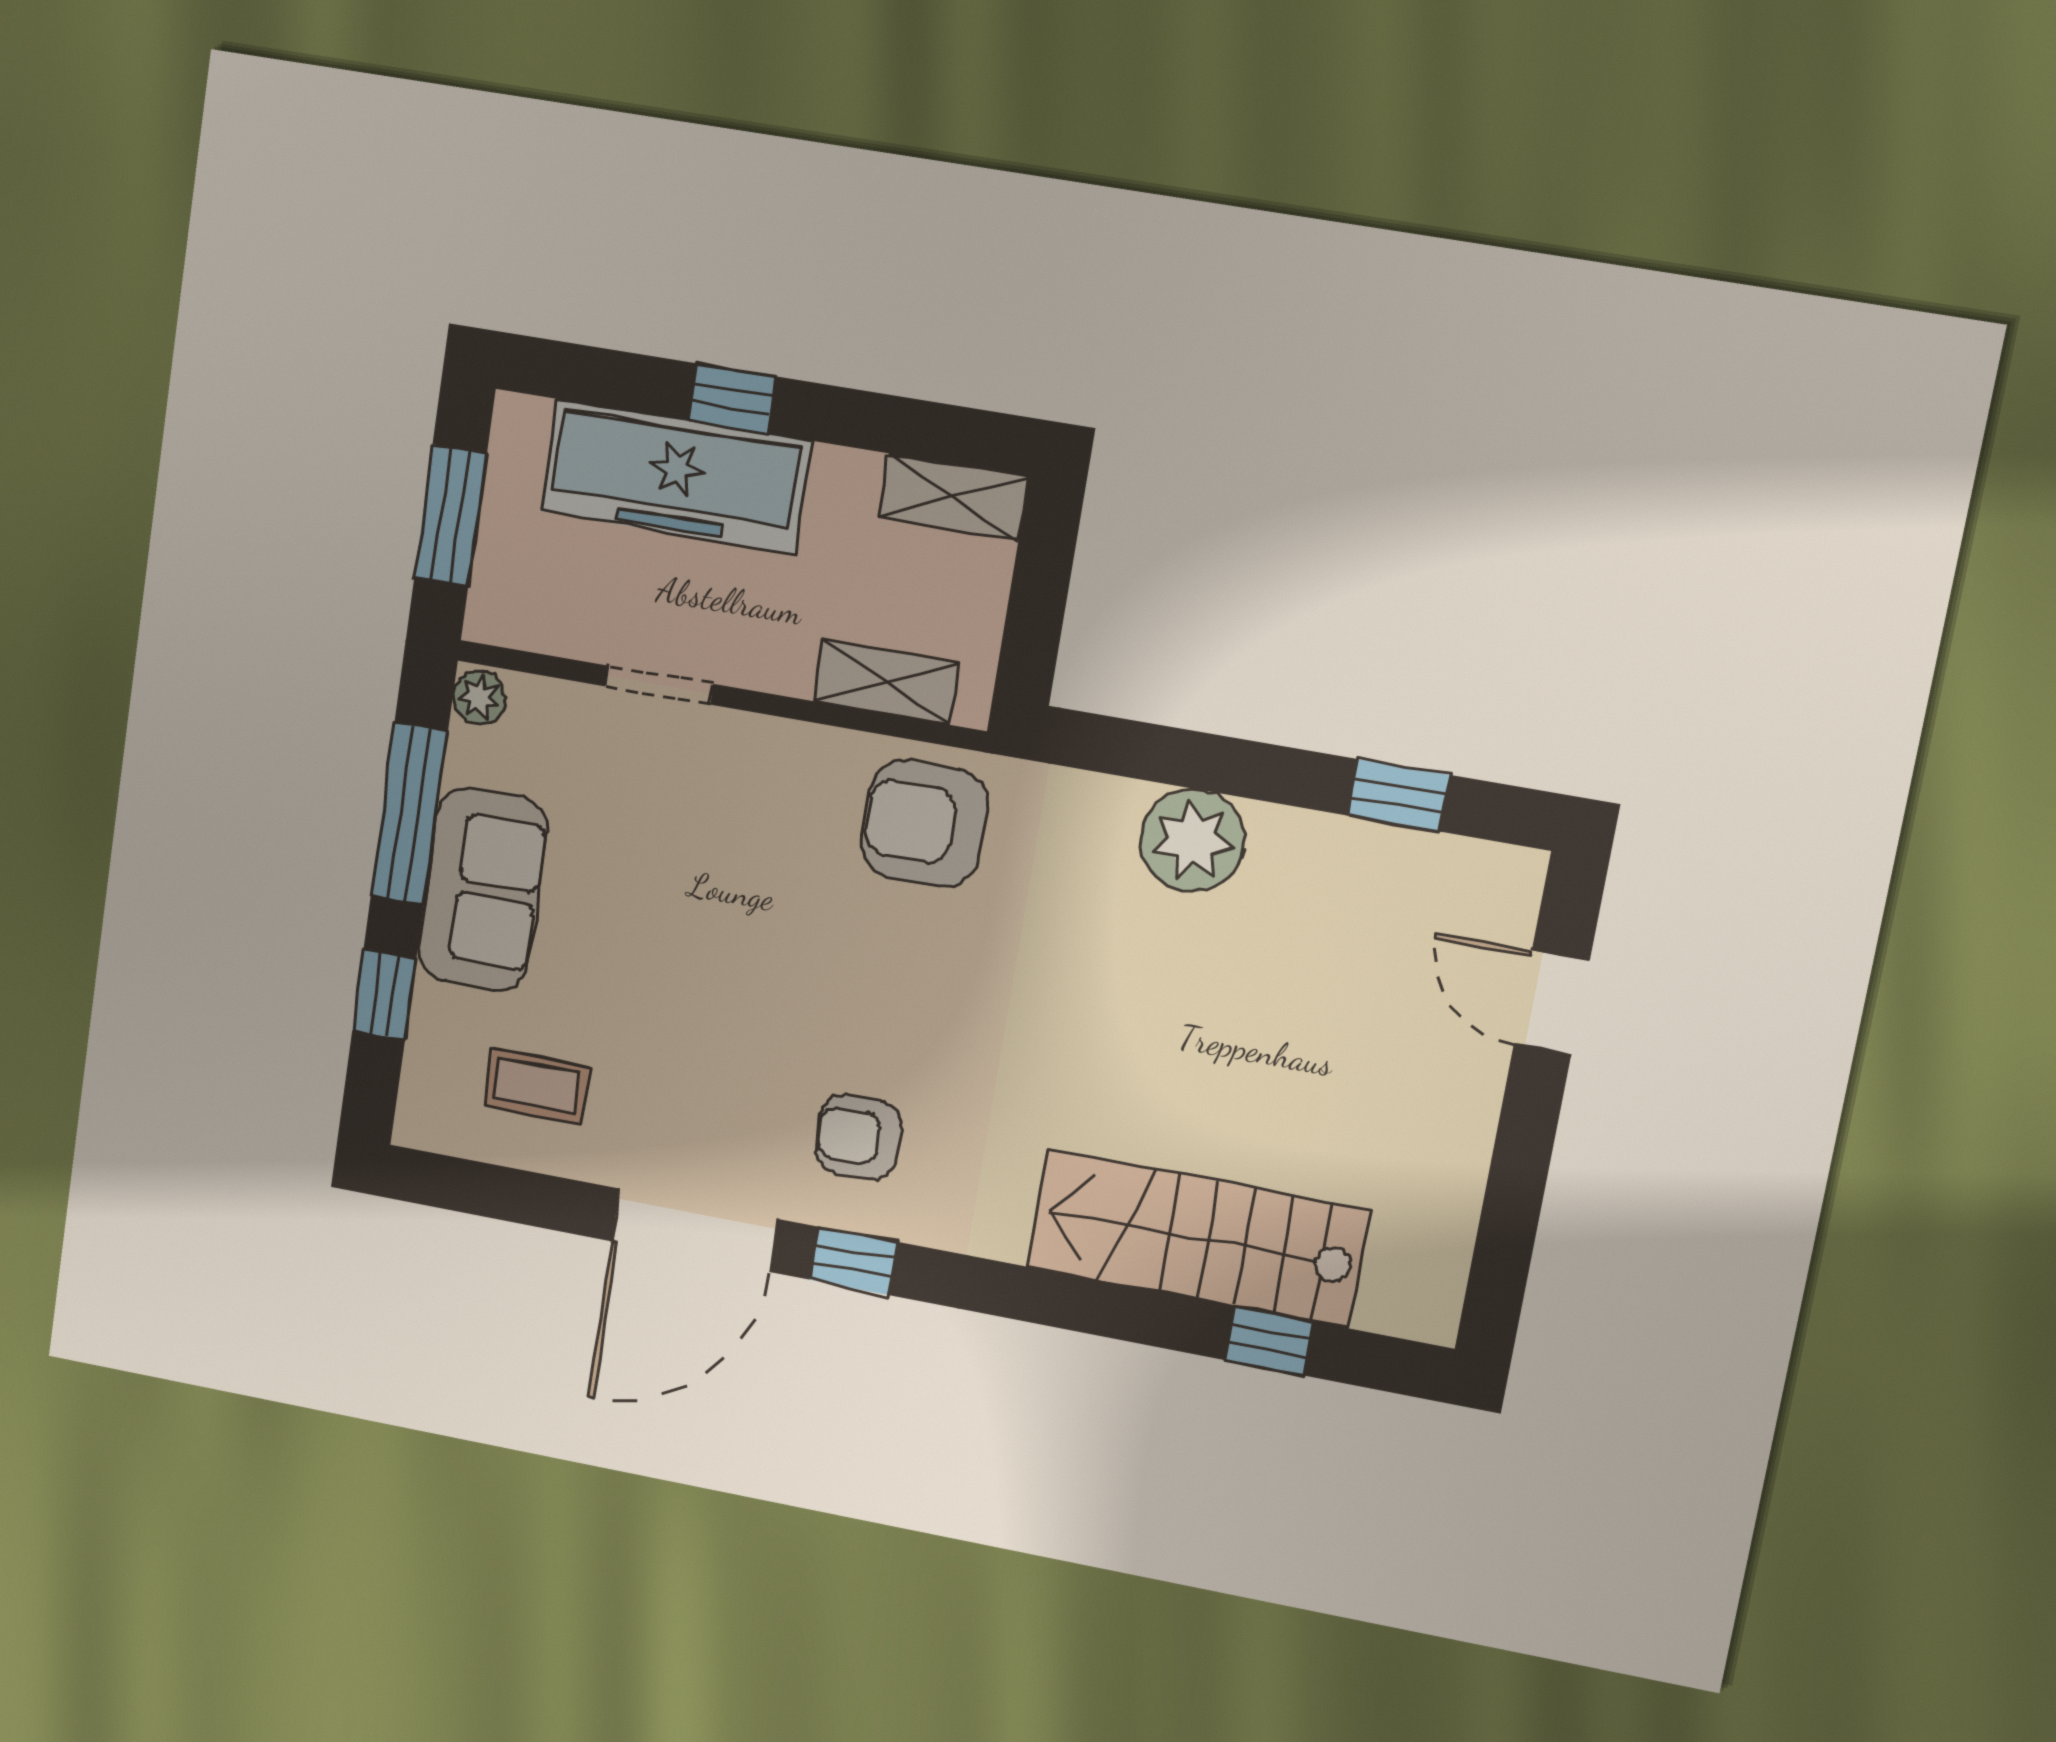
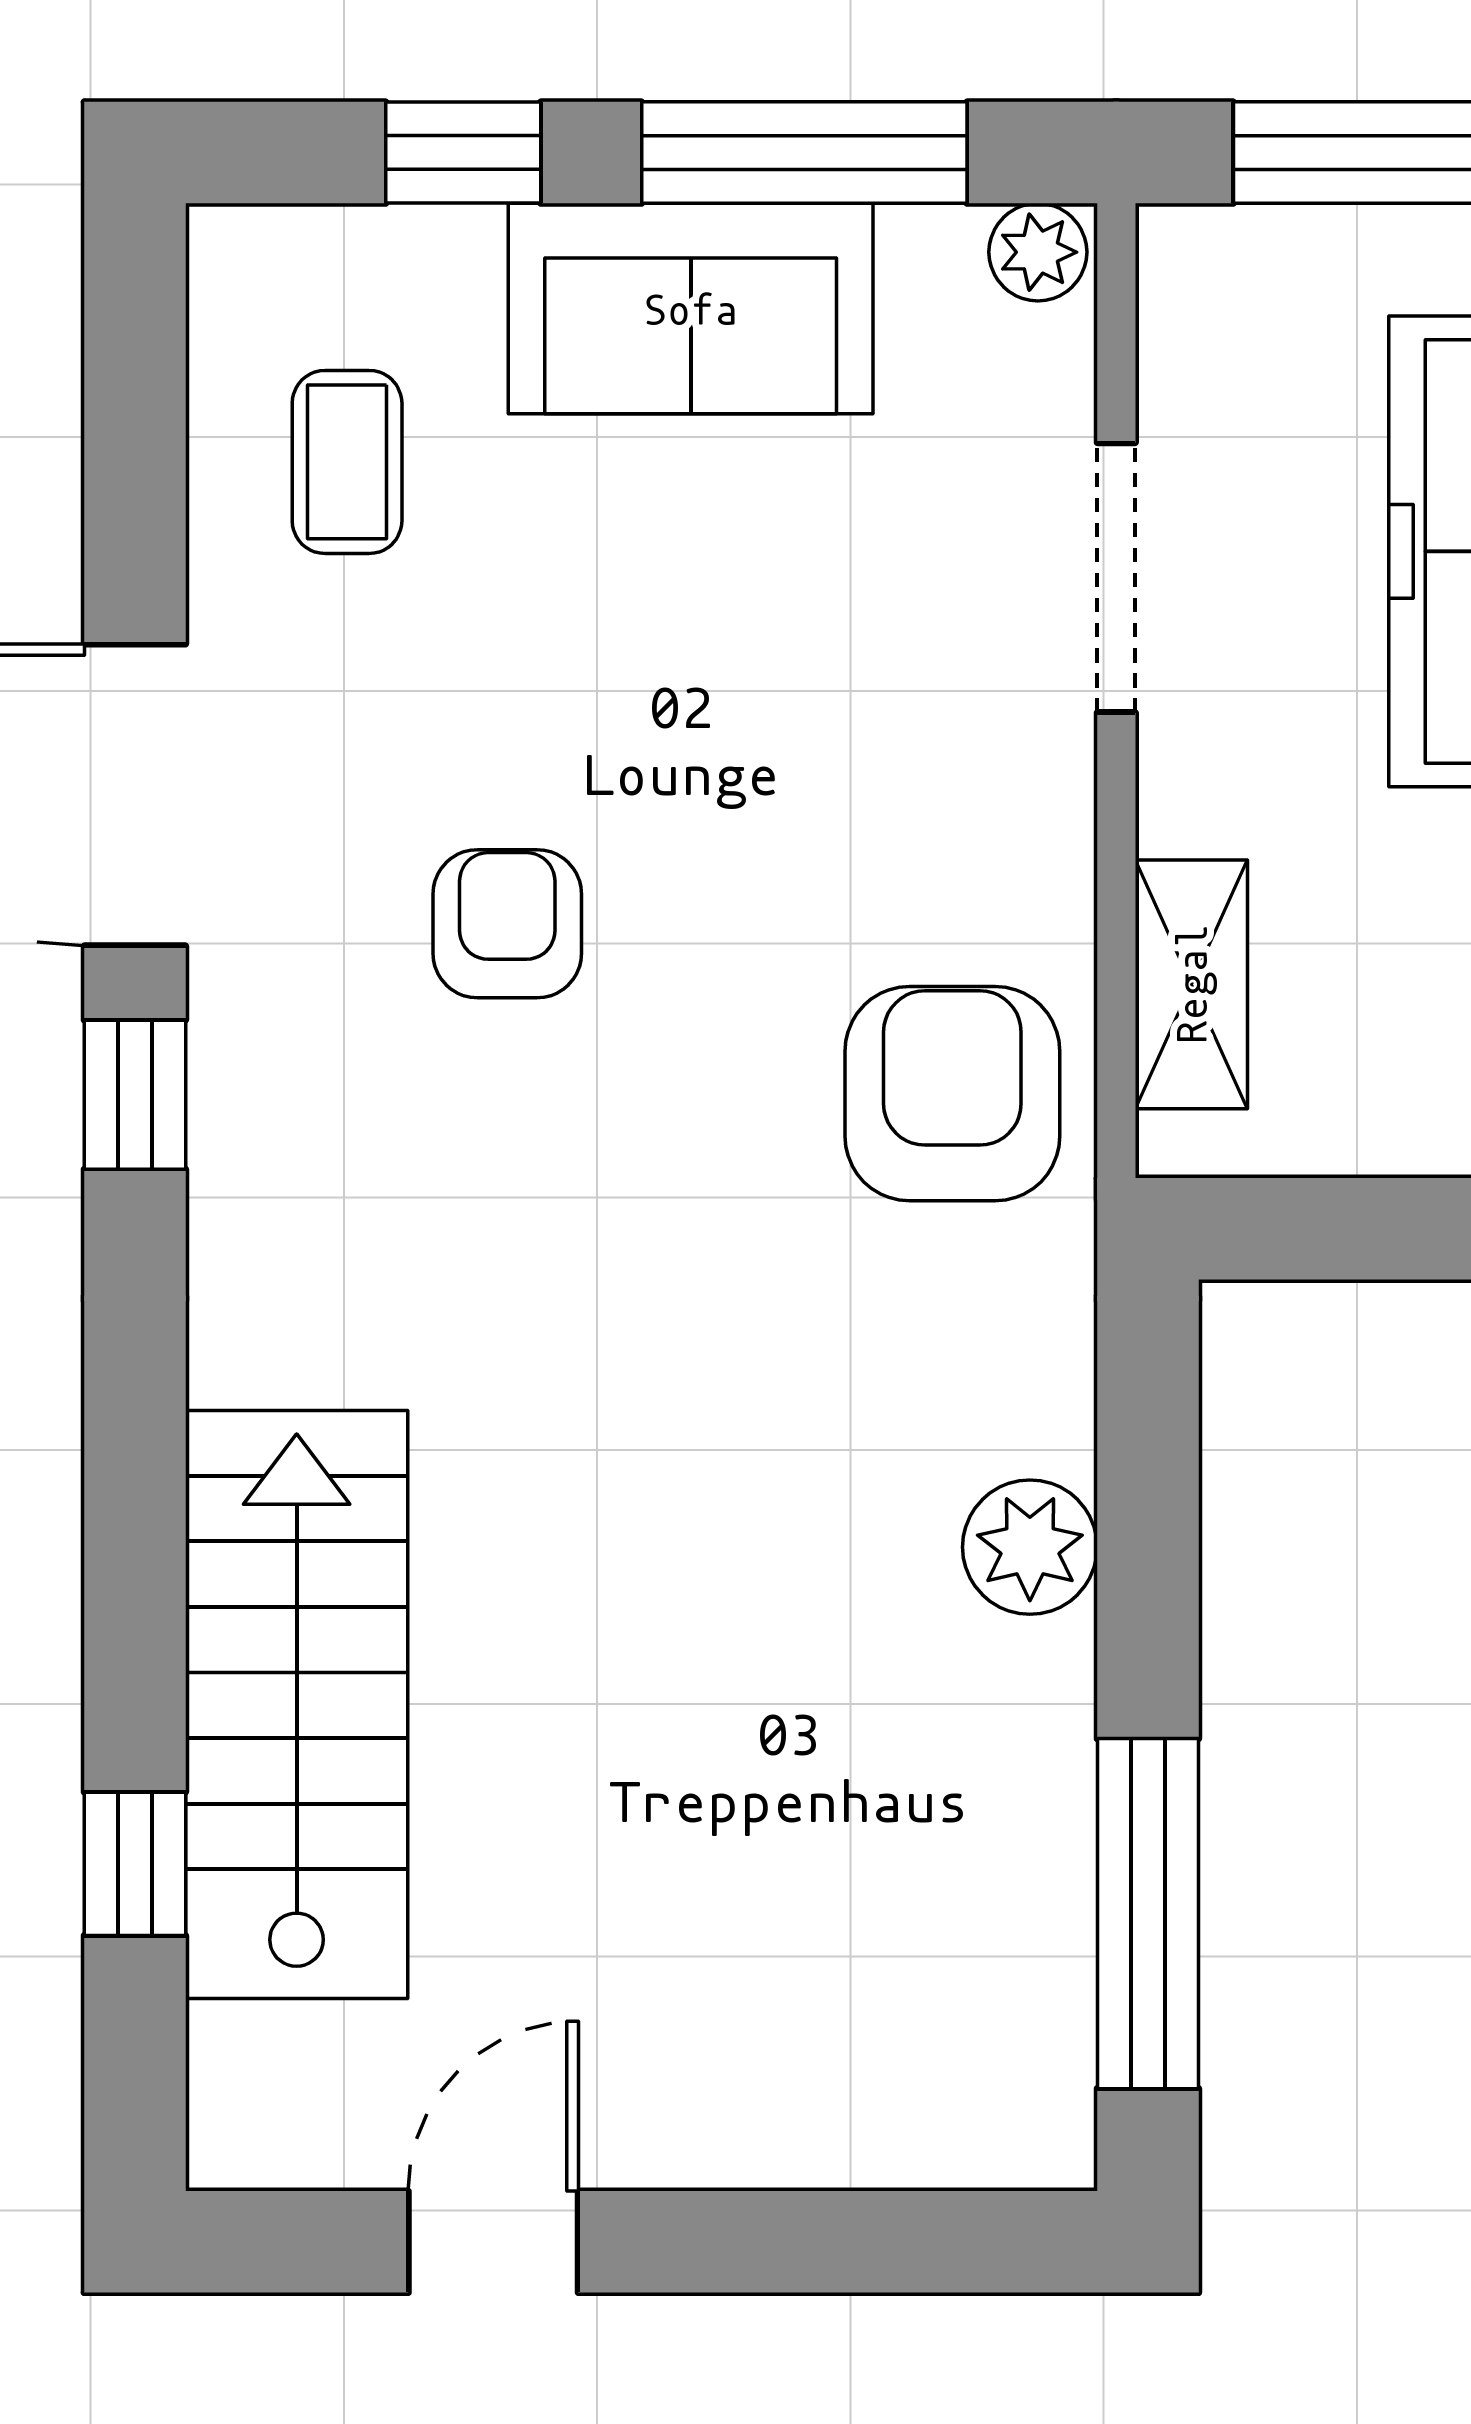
doorway: (659, 685) -> (1116, 578), width x1.38
window: (1399, 795) -> (1148, 1914), width x2.17
plant: (1192, 841) -> (1030, 1547), width x0.73, depth x0.73
door: (1552, 1003) -> (493, 2242), moved
armchair: (858, 1137) -> (507, 924), moved

